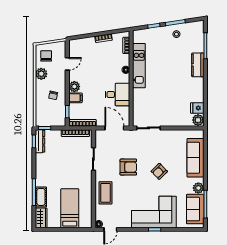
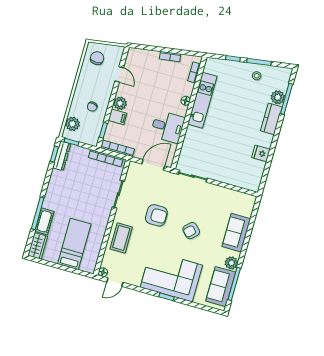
door: (67, 64) -> (119, 74), hinge flipped
plant: (41, 74) -> (72, 124), moved
fridge: (197, 108) -> (261, 153), moved
plant: (198, 120) -> (278, 97), moved
door: (114, 128) -> (153, 165), hinge flipped
sofa: (195, 158) -> (236, 233), width x0.73

